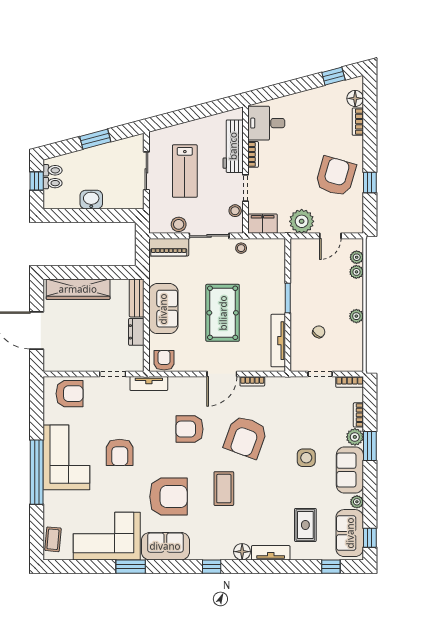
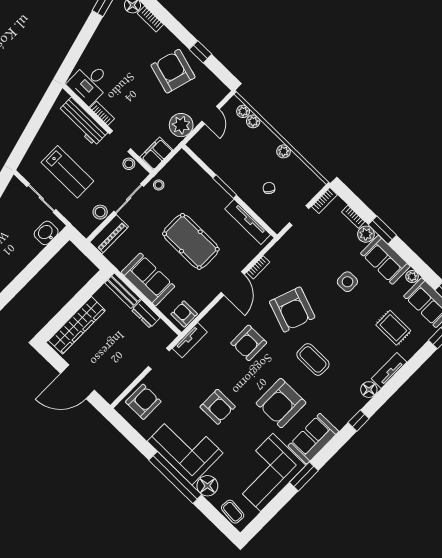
washbasin: (91, 200) -> (46, 233), moved
armchair: (168, 497) -> (281, 403), turned 180
floor lamp: (54, 502) -> (207, 486), added

